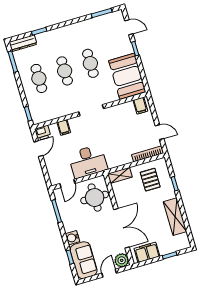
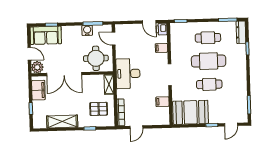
cafe table: (65, 71) -> (209, 61), width x1.37, depth x1.35
filing cabinet: (140, 106) -> (162, 102), moved
desk: (88, 161) -> (128, 74), moved
water cooler: (72, 238) -> (87, 30), moved

